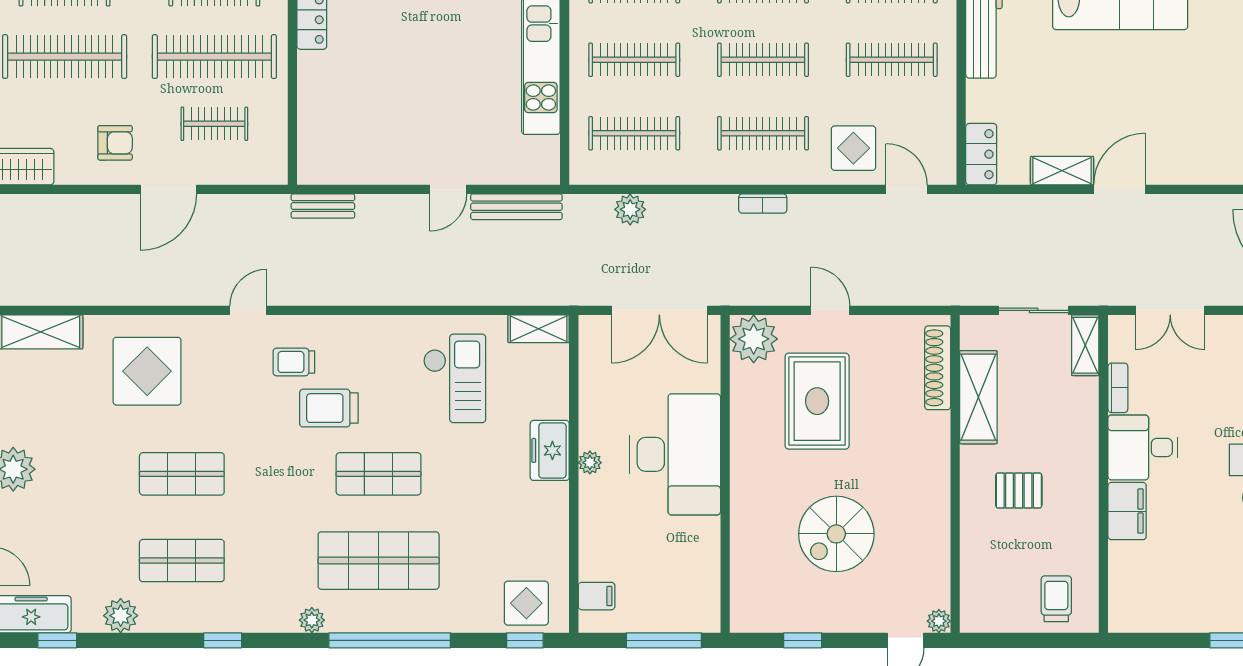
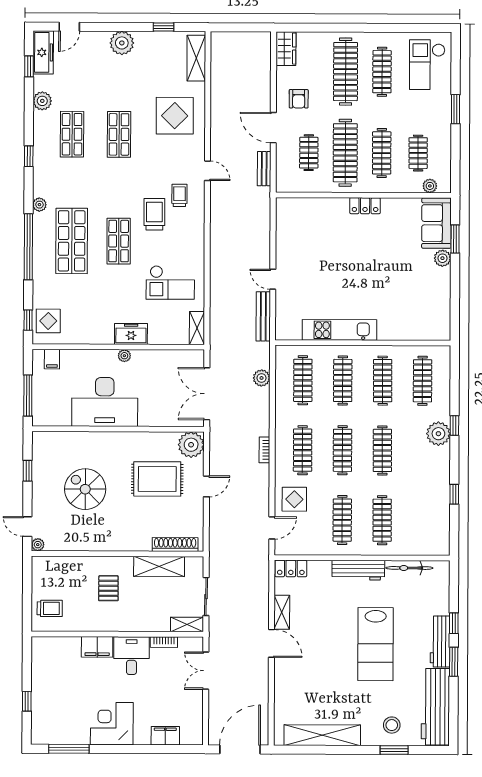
bench: (323, 206) -> (264, 169), moved
desk: (675, 454) -> (105, 402), moved

